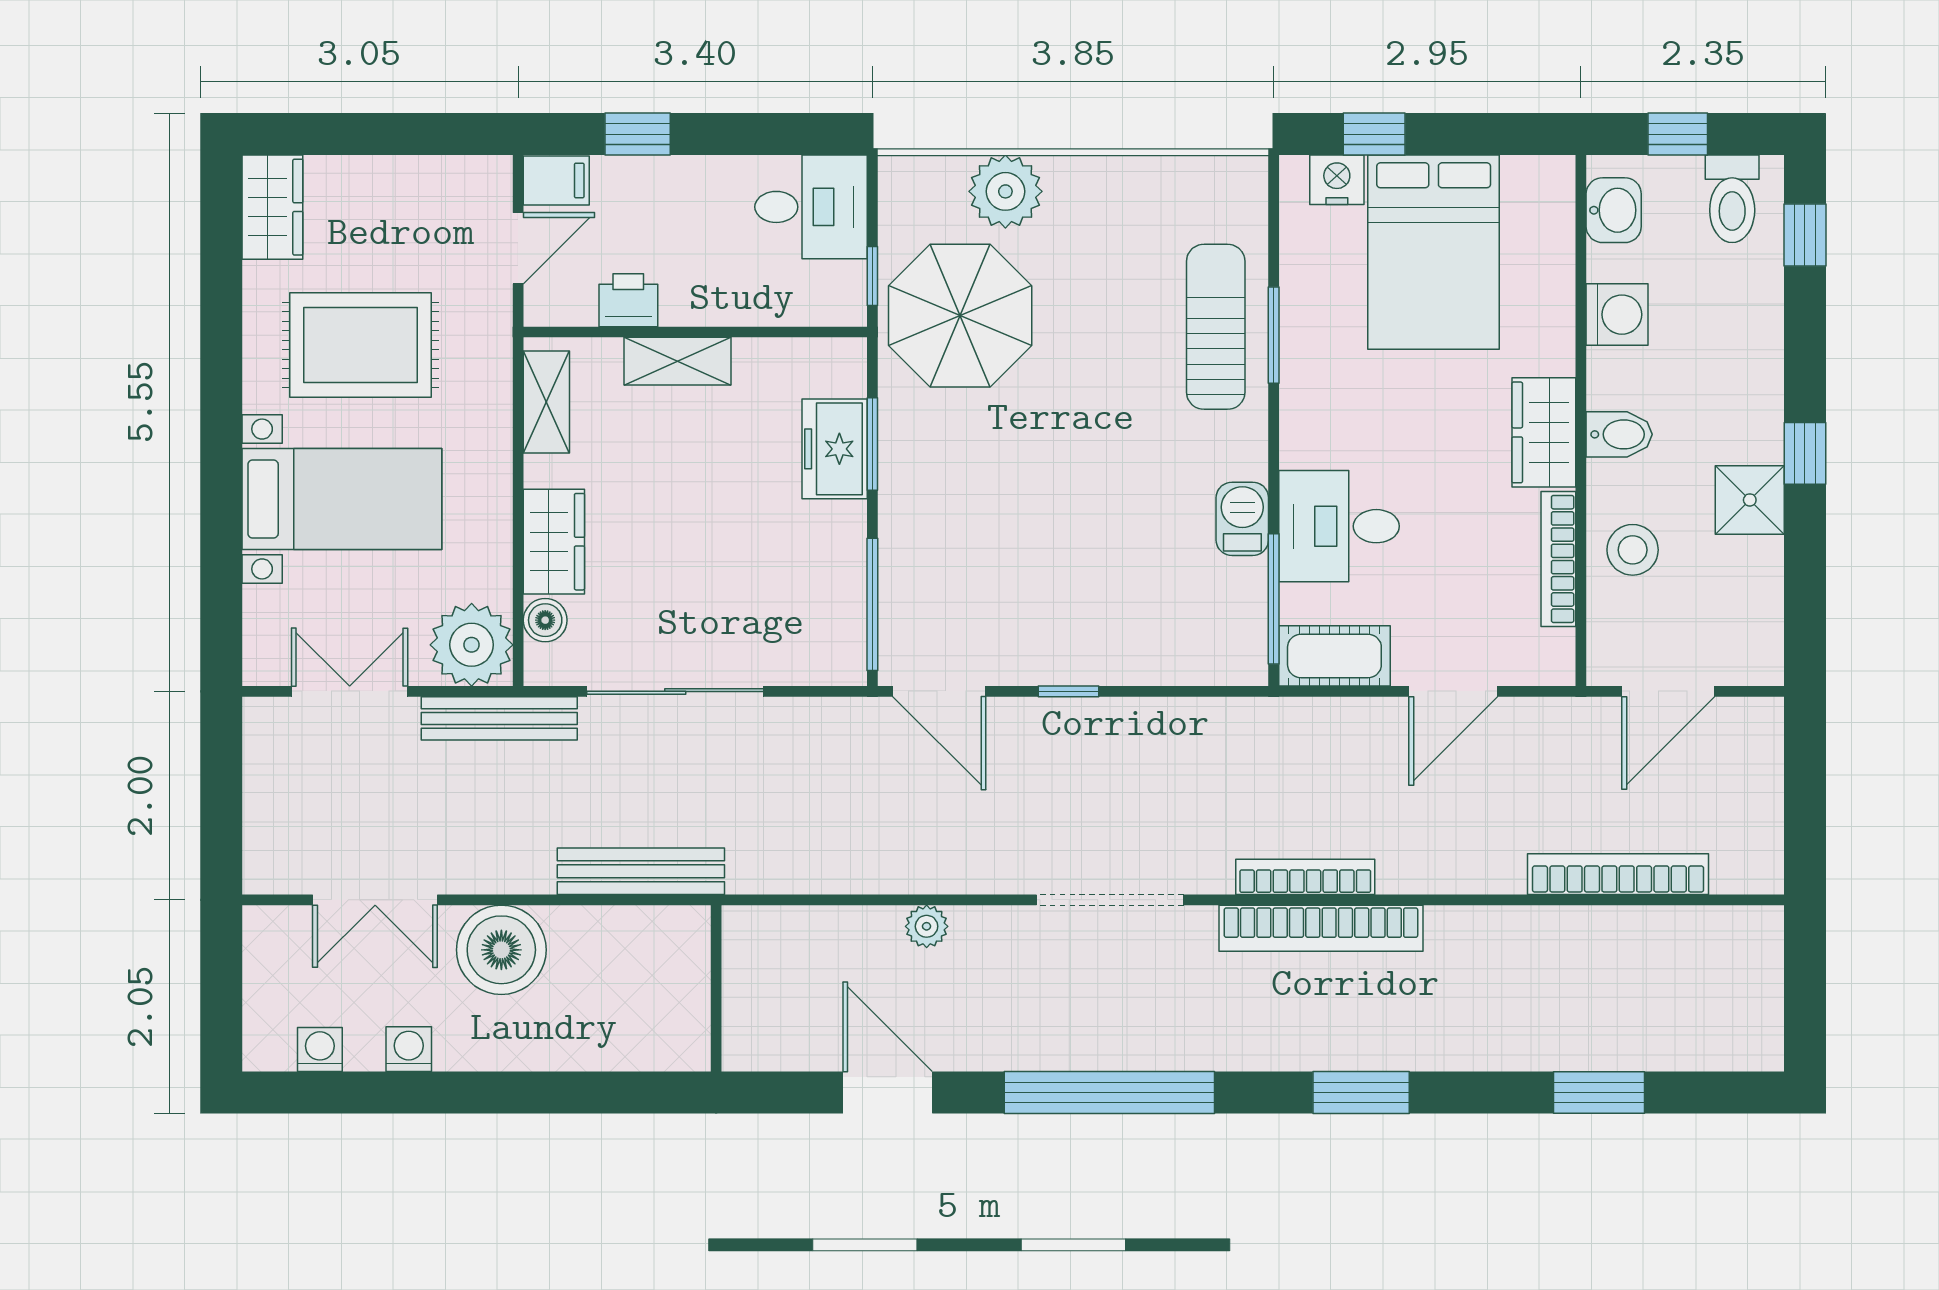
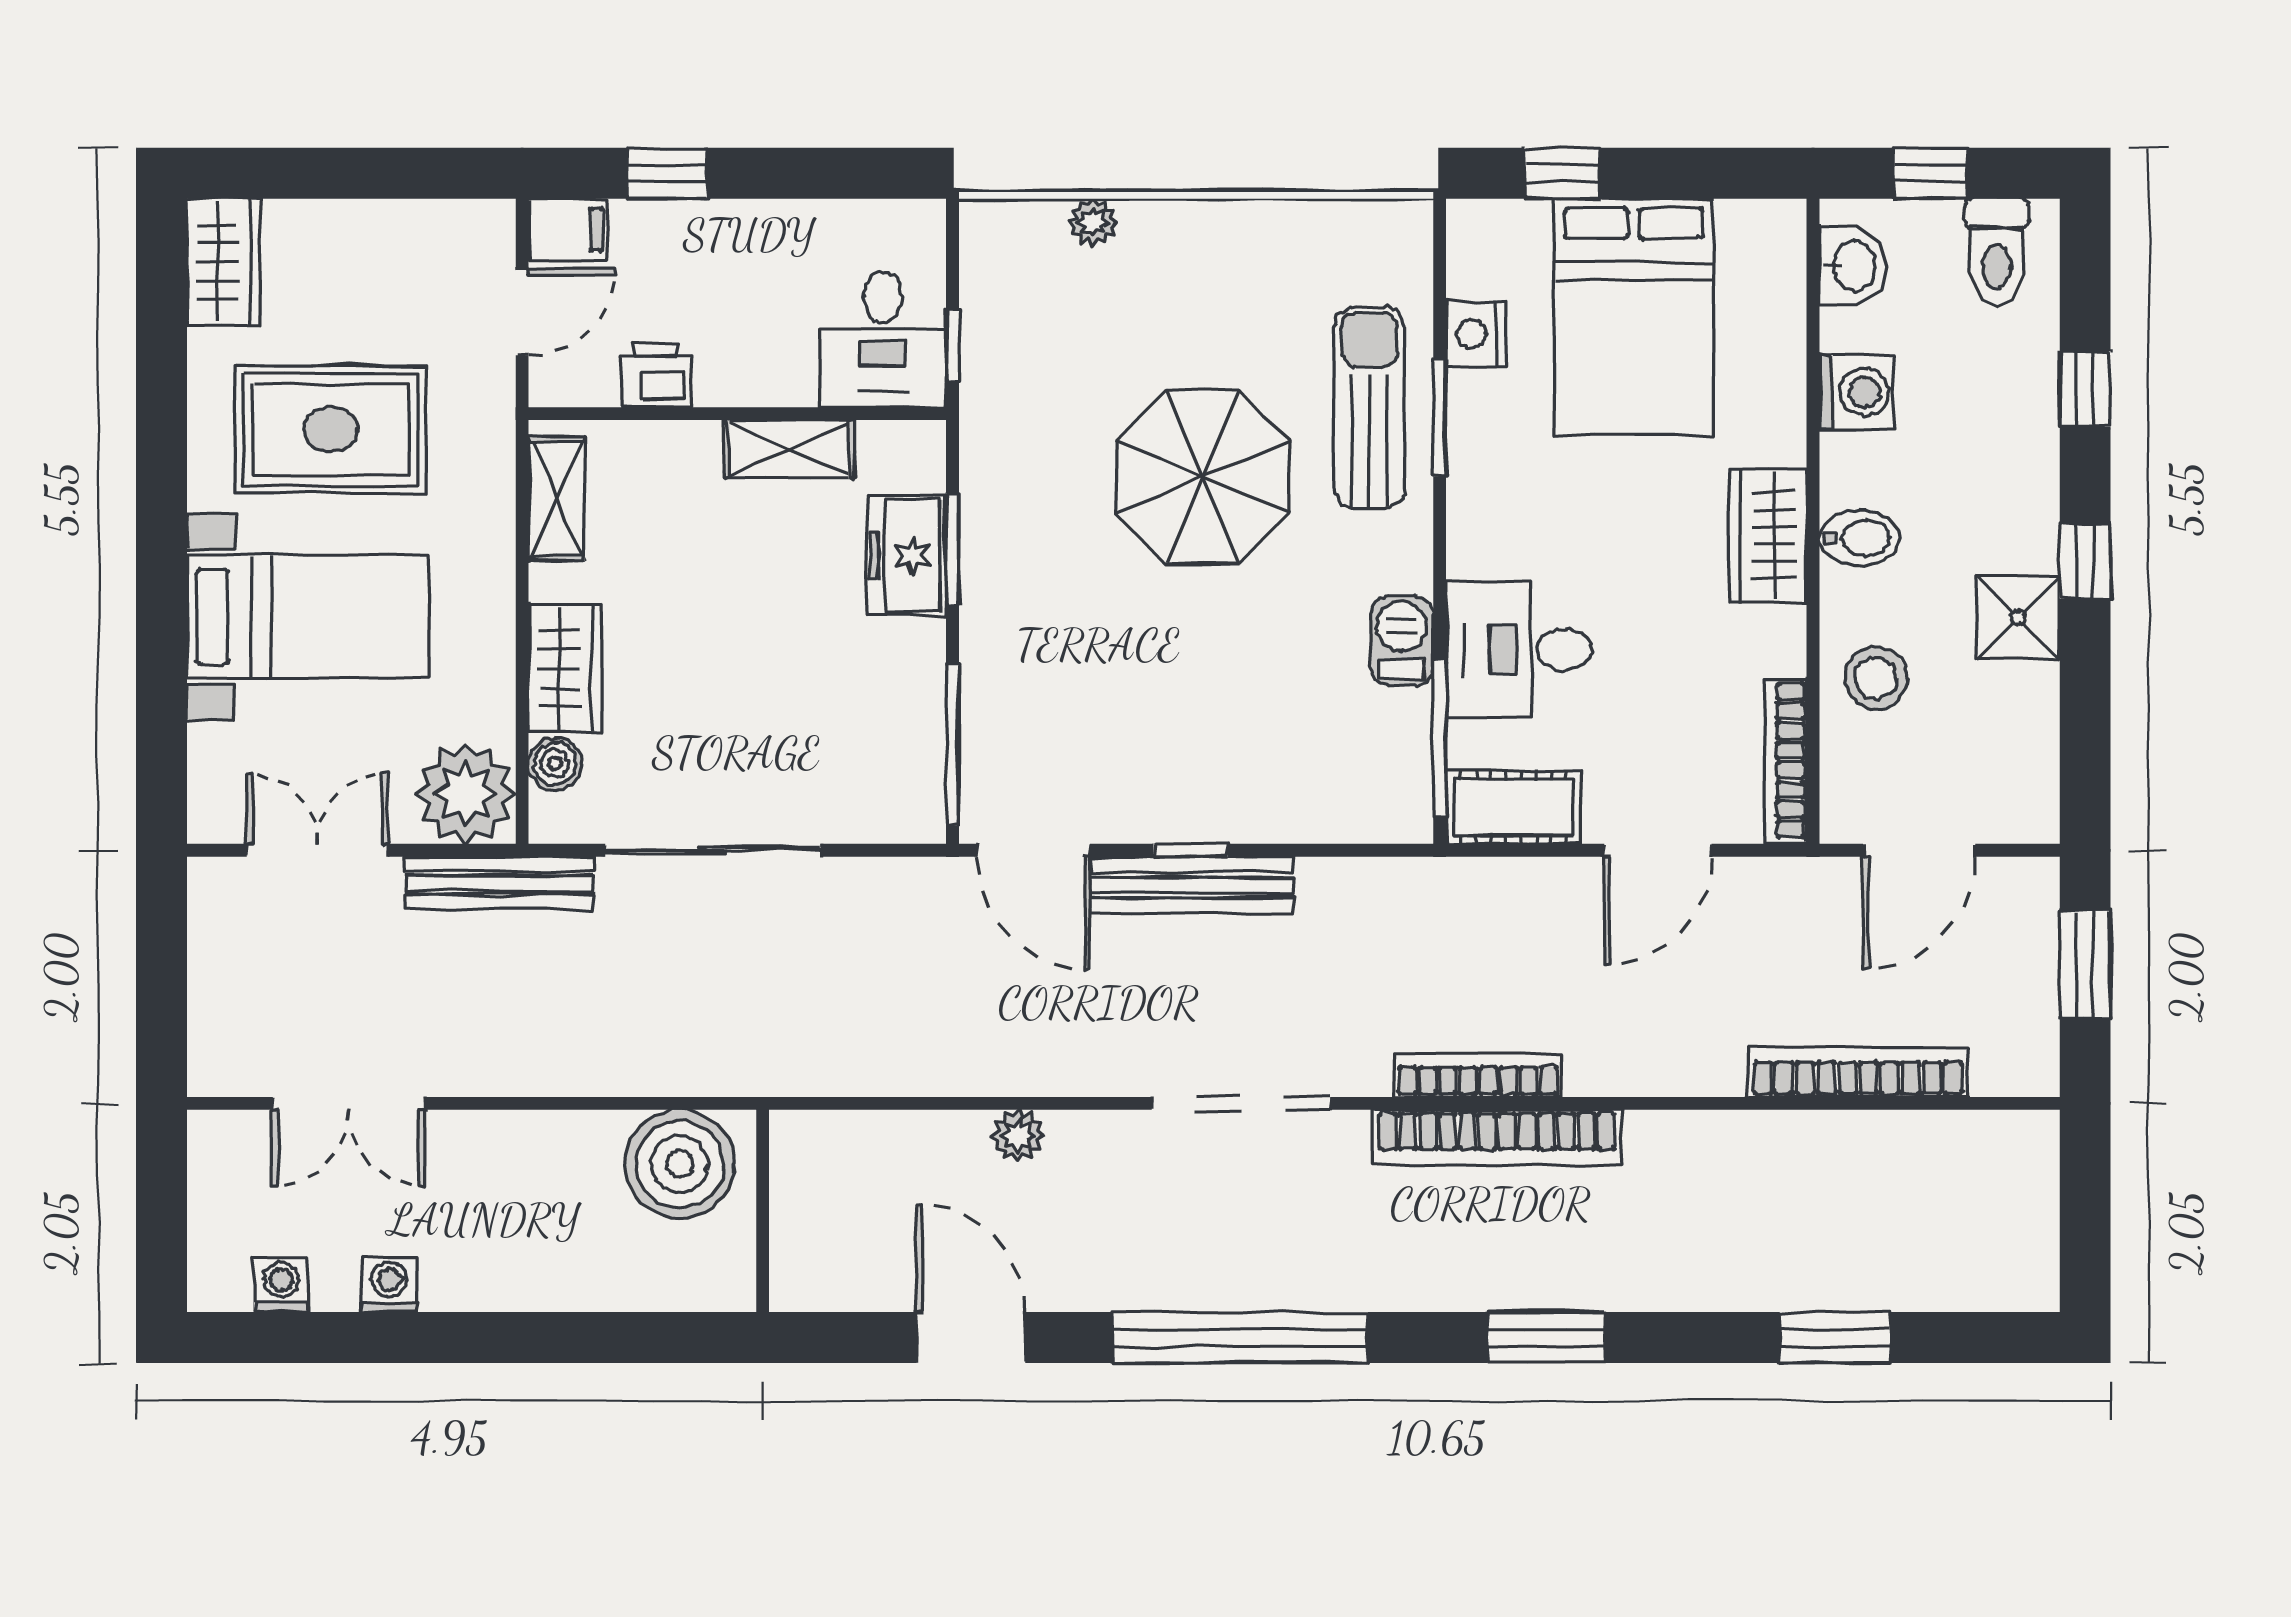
nightstand: (1337, 180) -> (1476, 334), moved, turned -90
plant: (1005, 191) -> (1093, 222), width x0.53, depth x0.53
desk: (811, 207) -> (883, 339), moved, turned 90
window: (1805, 235) -> (2085, 389), moved
parasol: (960, 316) -> (1203, 477), moved
shelving: (678, 361) -> (789, 449), moved
bookcase: (1558, 559) -> (1786, 760), moved
window: (1805, 785) -> (2085, 965), added
bench: (641, 871) -> (1192, 885), moved
boiler: (501, 950) -> (680, 1164), moved

